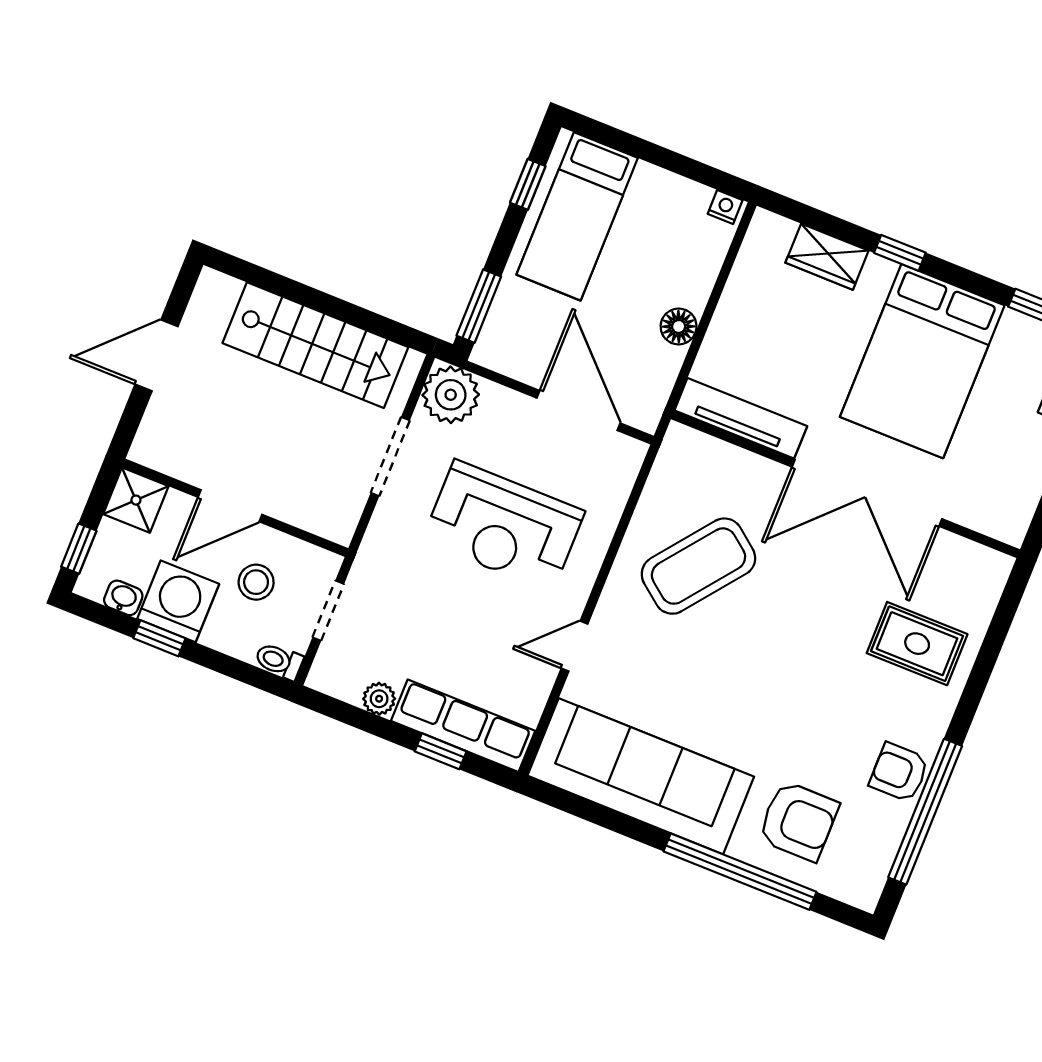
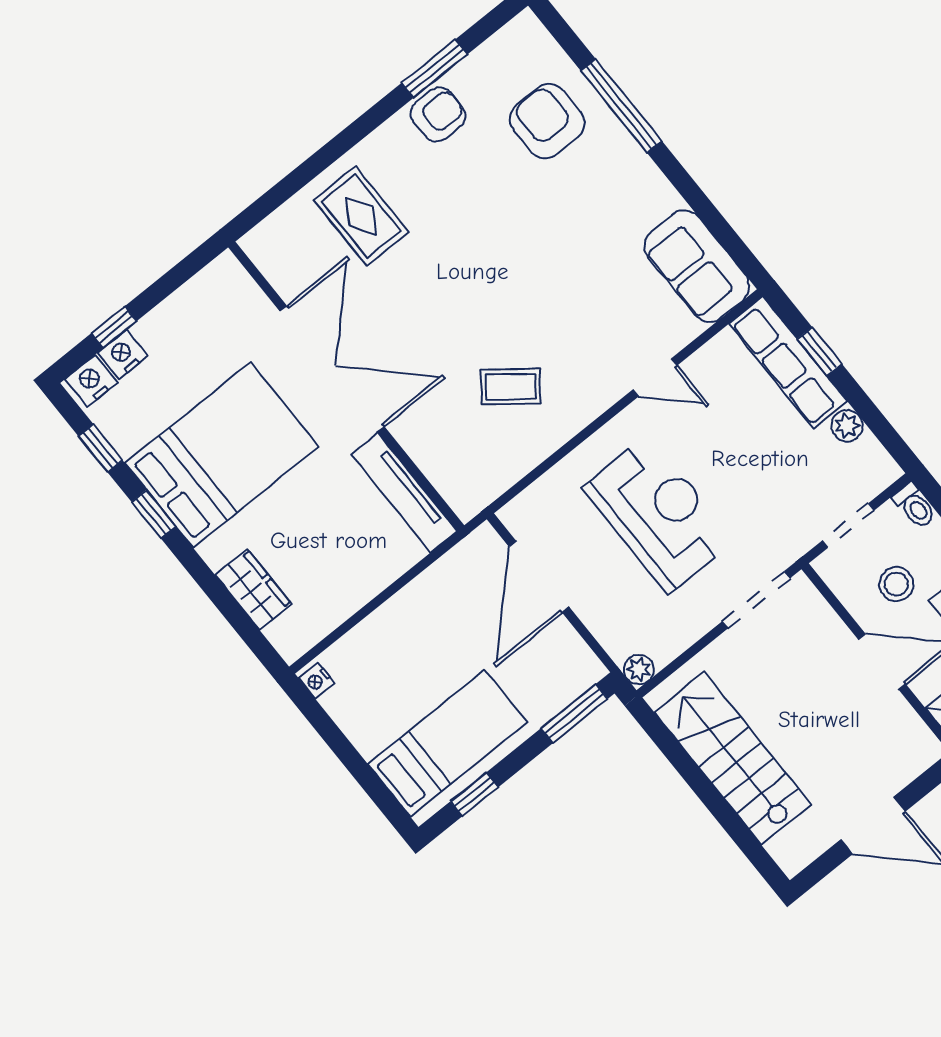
window: (900, 253) -> (154, 514), moved
floor lamp: (679, 326) -> (413, 601), removed
plant: (451, 395) -> (639, 669), width x0.53, depth x0.53
doorway: (390, 457) -> (756, 600), moved
coffee table: (698, 566) -> (511, 387), width x0.54, depth x0.58
armchair: (899, 772) -> (438, 115), turned -90
sofa: (641, 776) -> (697, 266), width x0.54, depth x0.79
window: (925, 812) -> (434, 69), width x0.47
window: (740, 872) -> (621, 106), width x0.68

